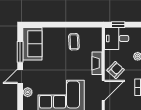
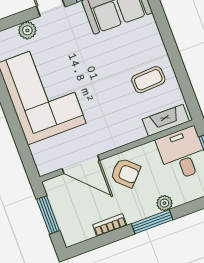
fireplace: (97, 63) -> (166, 120), moved

